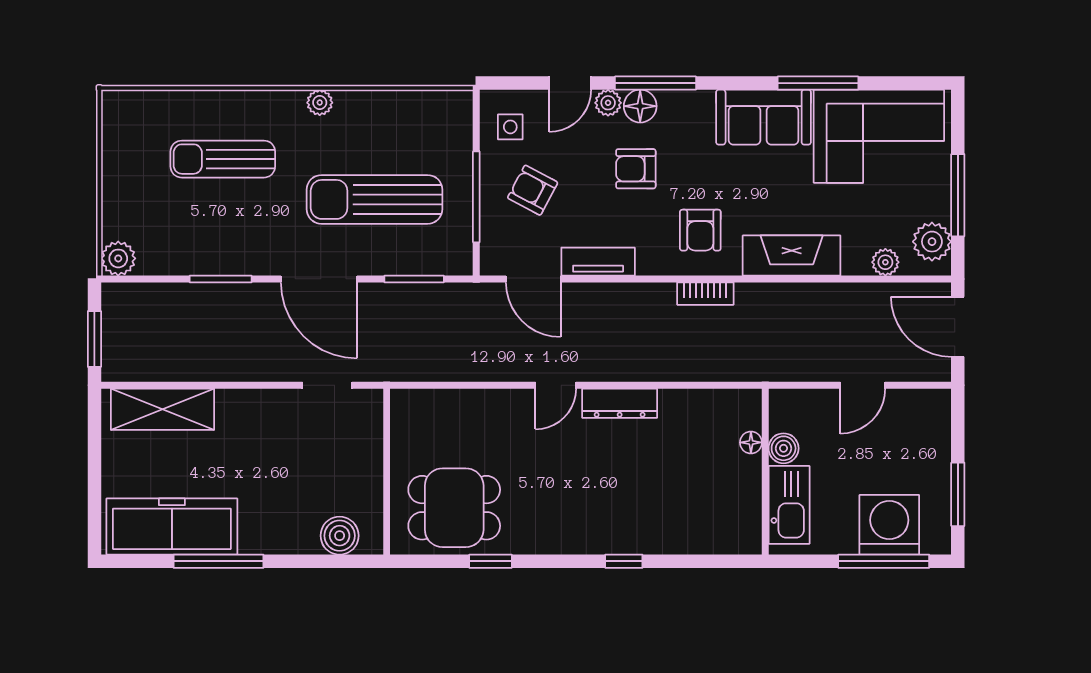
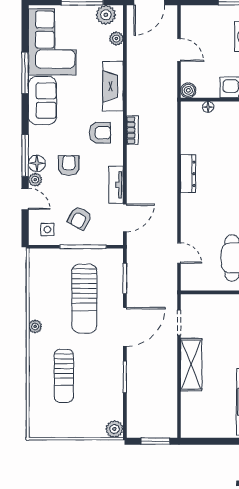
armchair: (636, 169) -> (69, 166), turned 180
door: (556, 385) -> (179, 253), moved
shelving: (163, 409) -> (191, 365), moved
boiler: (784, 448) -> (188, 90), moved

